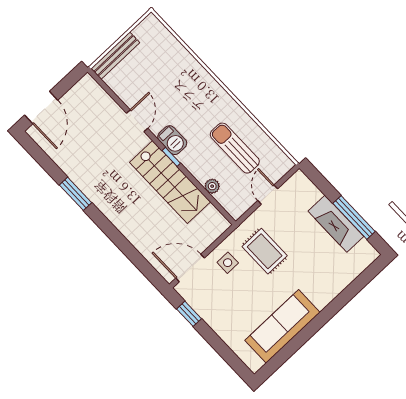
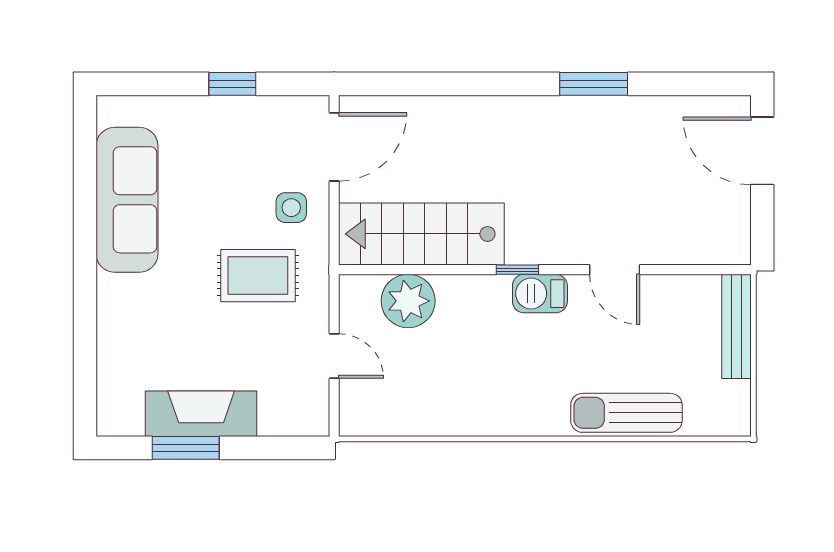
sun lounger: (235, 148) -> (626, 413), moved, turned 180
stairs: (170, 182) -> (421, 234), moved
plant: (212, 186) -> (408, 301), width x1.88, depth x1.88
window: (354, 217) -> (186, 448), width x0.69
window: (189, 314) -> (232, 84), moved

